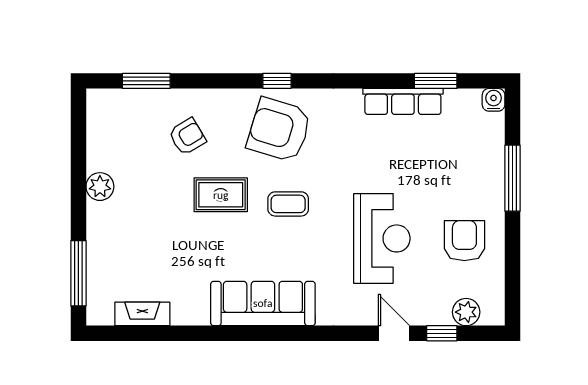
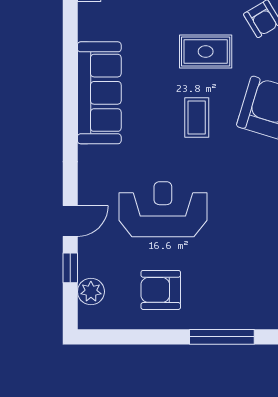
rug: (221, 195) -> (206, 52), turned 90
reception desk: (382, 238) -> (163, 209), turned 180
armchair: (464, 241) -> (161, 290), turned 180

